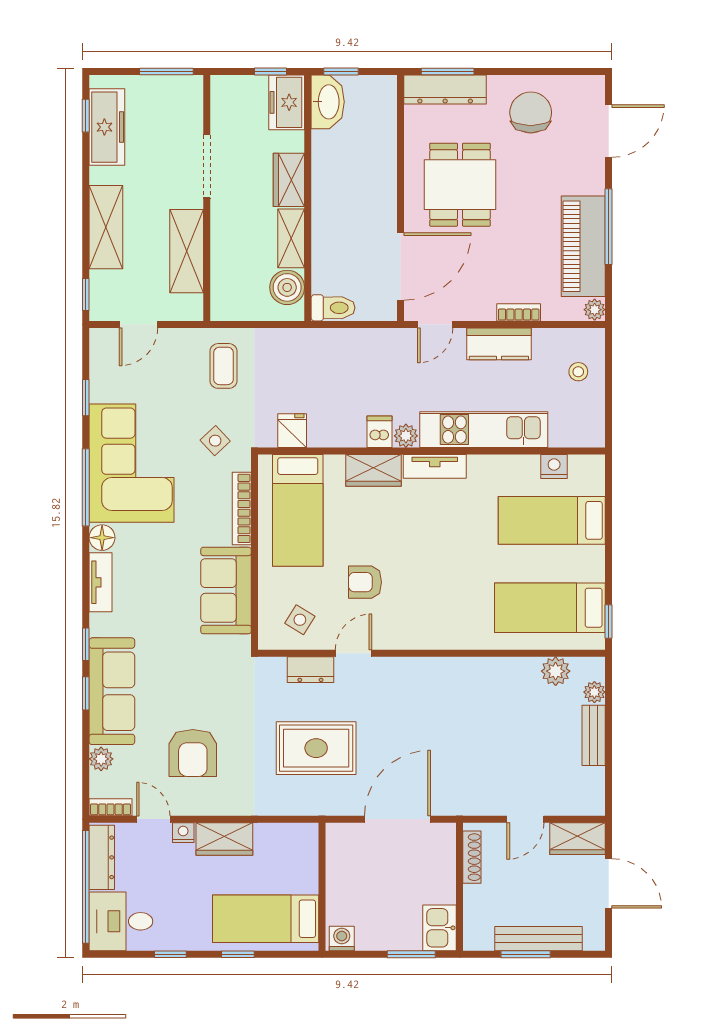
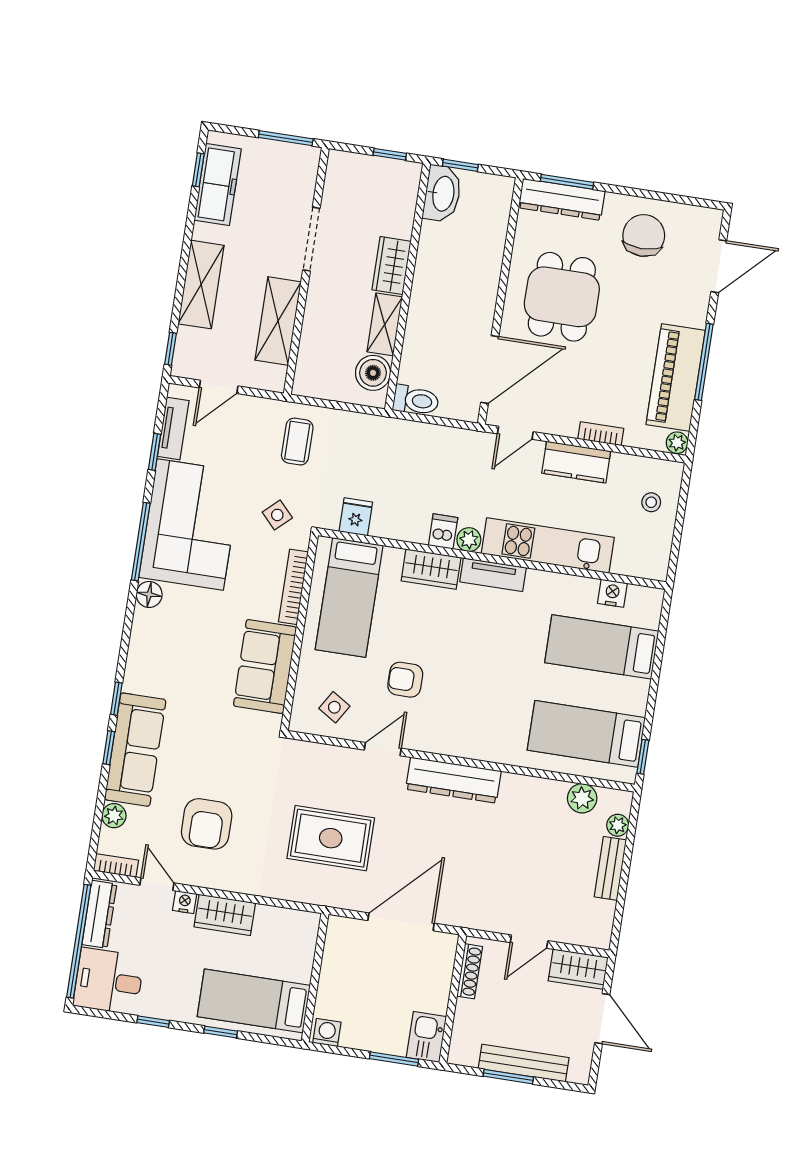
freezer: (287, 102) -> (401, 188), removed
tv unit: (100, 582) -> (173, 428), moved
dresser: (310, 670) -> (453, 780), moved, width x1.96, depth x1.24

